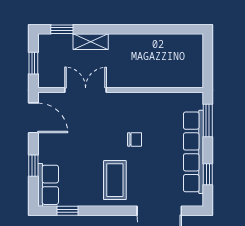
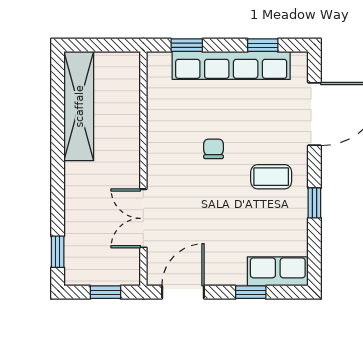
shelving: (91, 42) -> (79, 106), moved, width x2.20, depth x1.33
window: (208, 121) -> (187, 45), width x0.67
coffee table: (115, 180) -> (271, 177), width x0.73, depth x0.77
window: (67, 211) -> (314, 203), moved

